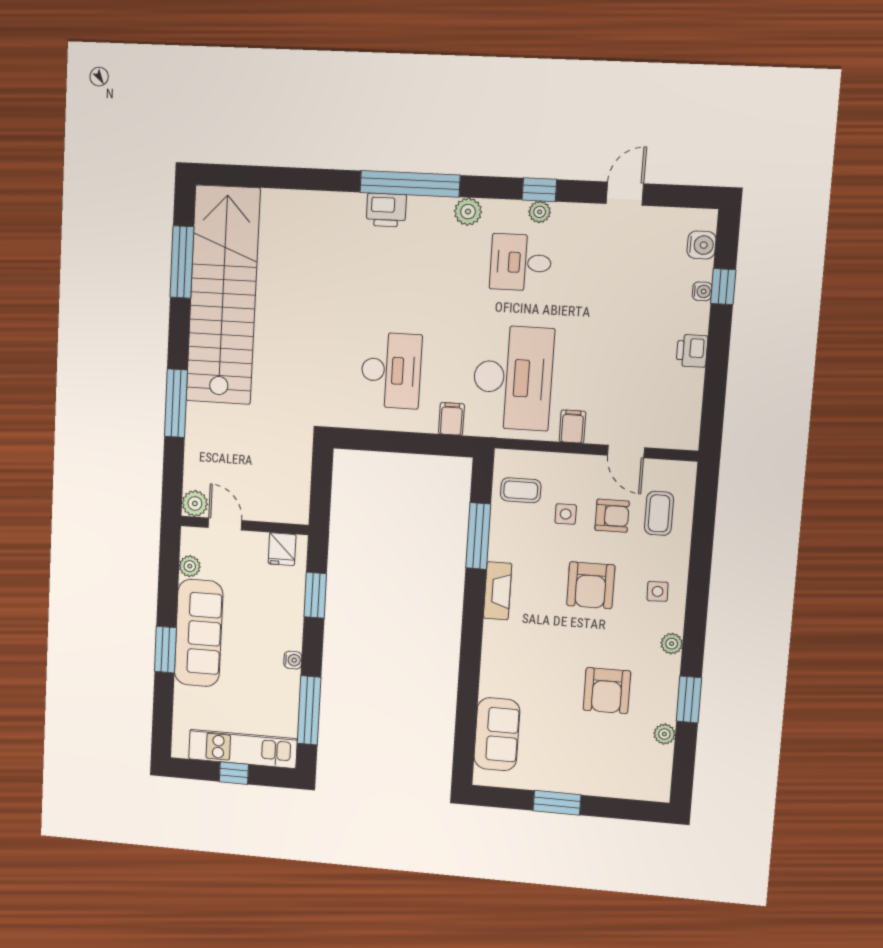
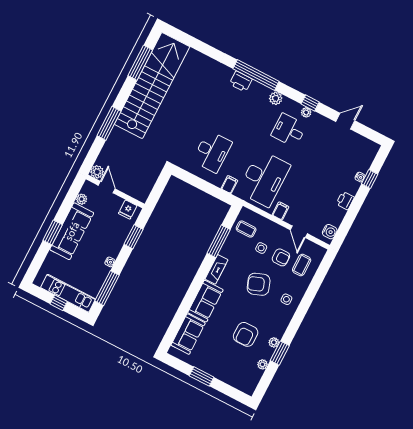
water cooler: (701, 245) -> (330, 232), moved
armchair: (591, 585) -> (259, 284), turned 70
plant: (672, 644) -> (274, 342), moved
sofa: (503, 659) -> (205, 301), added

